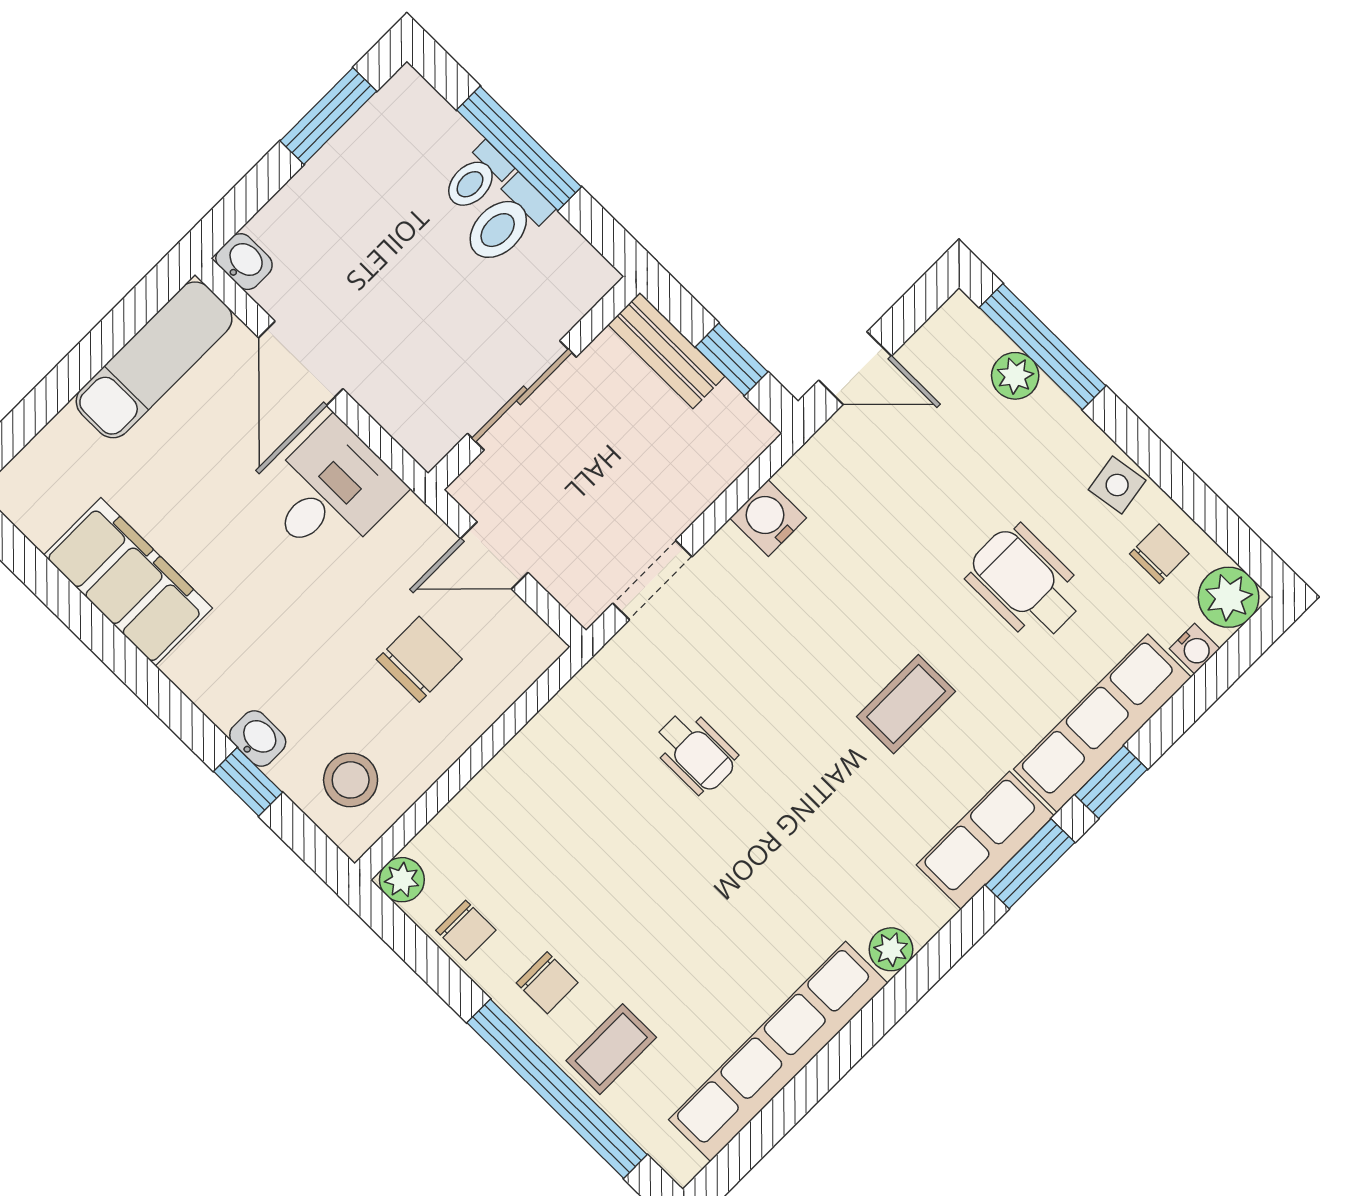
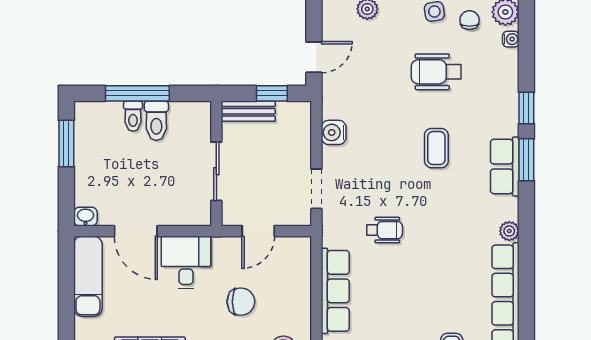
chair: (419, 659) -> (241, 302), moved, turned 90
row of seats: (1103, 723) -> (335, 291), moved, turned 180

